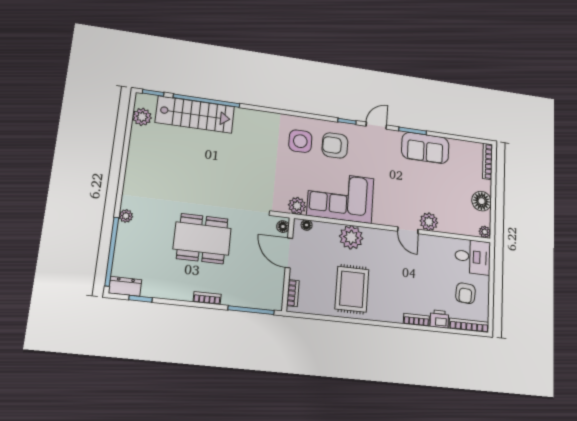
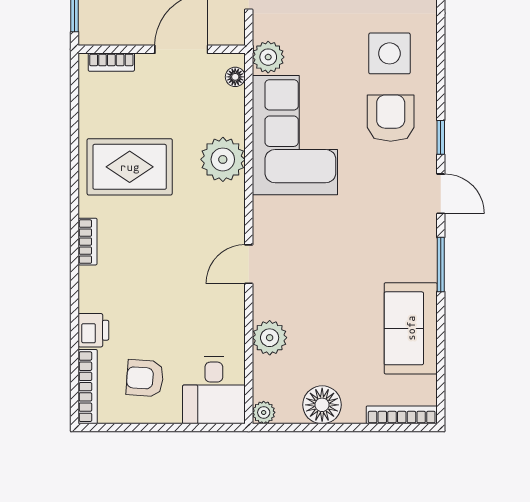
sofa: (425, 148) -> (411, 328), moved
plant: (429, 222) -> (270, 338), moved
floor lamp: (283, 227) -> (227, 35), removed
bookcase: (416, 320) -> (88, 242), moved

